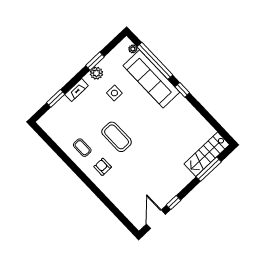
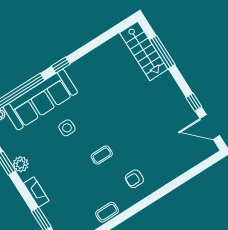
side table: (114, 93) -> (67, 128), moved
coffee table: (117, 137) -> (102, 155), width x0.54, depth x0.58
coffee table: (82, 148) -> (107, 212), moved

